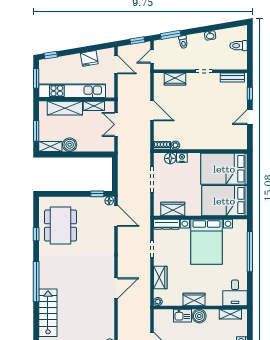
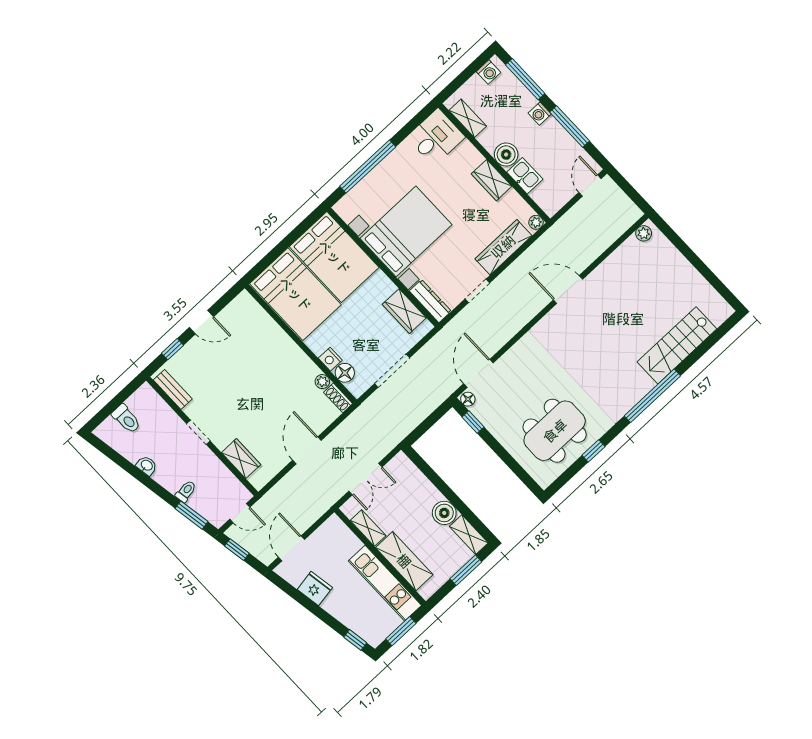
kitchen unit: (72, 91) -> (385, 583), width x0.73
wardrobe: (160, 278) -> (503, 247), width x1.50

